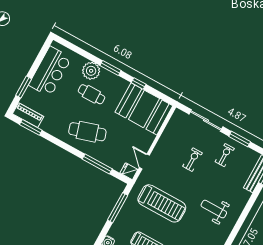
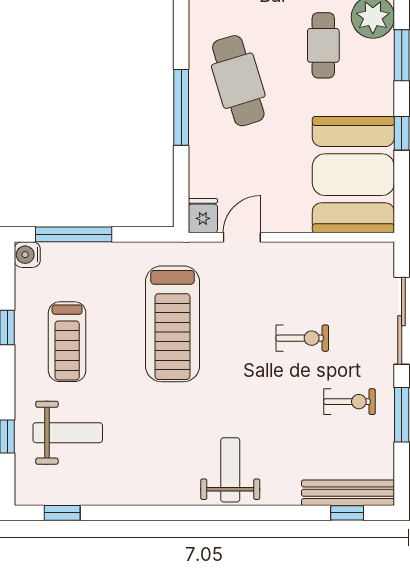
window: (97, 164) -> (181, 107), moved
window: (118, 208) -> (74, 234), moved
weight bench: (214, 209) -> (230, 470), moved

